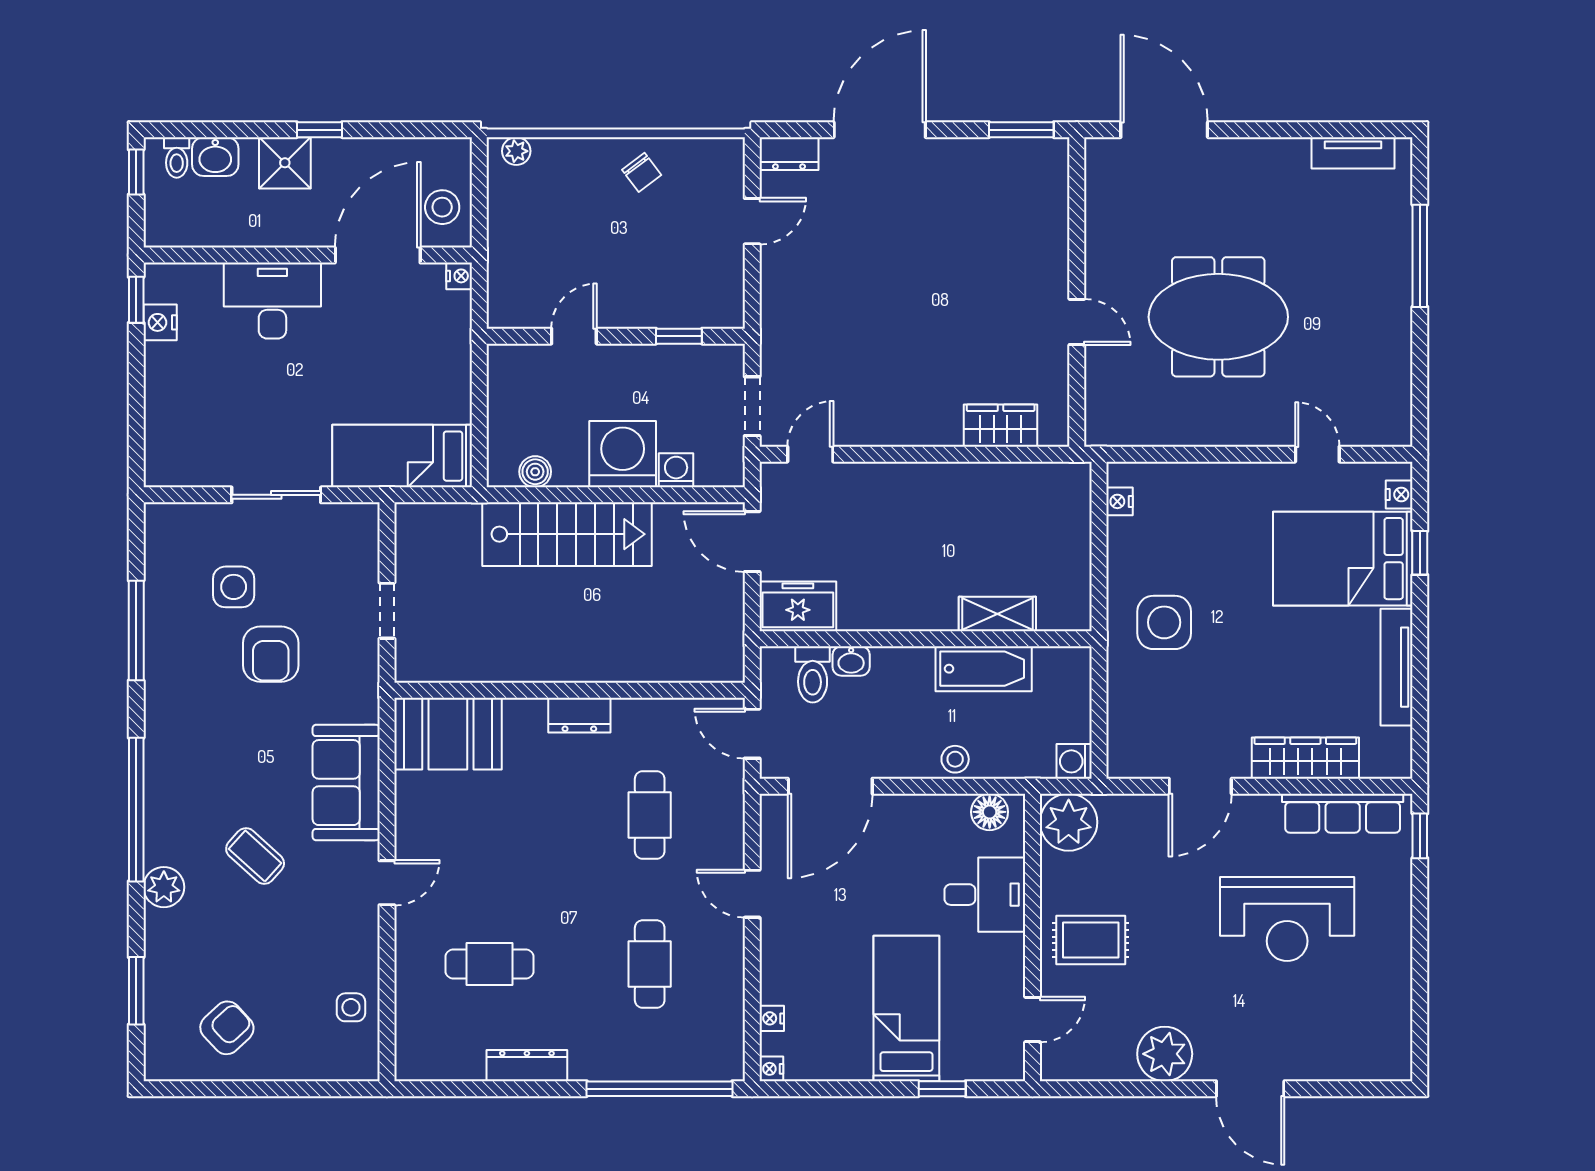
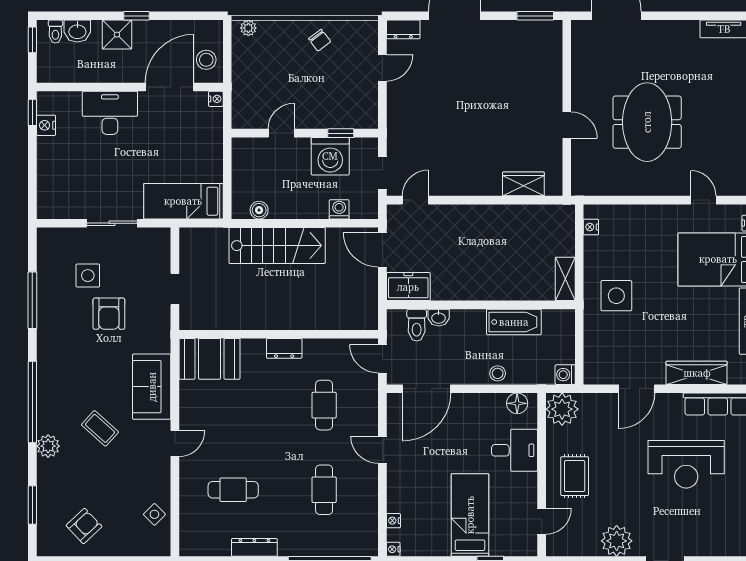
meeting table: (1218, 317) -> (647, 122), turned 90
washing machine: (623, 454) -> (330, 156), moved, turned 180
shelving: (997, 614) -> (565, 279), moved, turned 90
rug: (1091, 940) -> (575, 476), turned 90
side table: (351, 1007) -> (154, 514), turned 45

